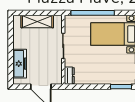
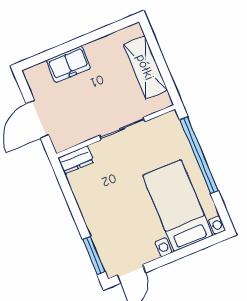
freezer: (20, 64) -> (68, 64), width x0.71

